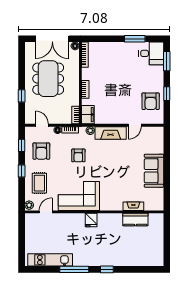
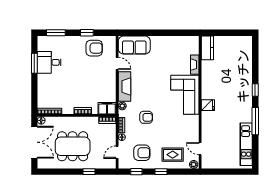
desk: (151, 53) -> (49, 62), moved, turned -90
sofa: (154, 171) -> (134, 45), moved
corner sofa: (79, 196) -> (185, 95), moved
kitchen counter: (135, 219) -> (207, 48), moved

